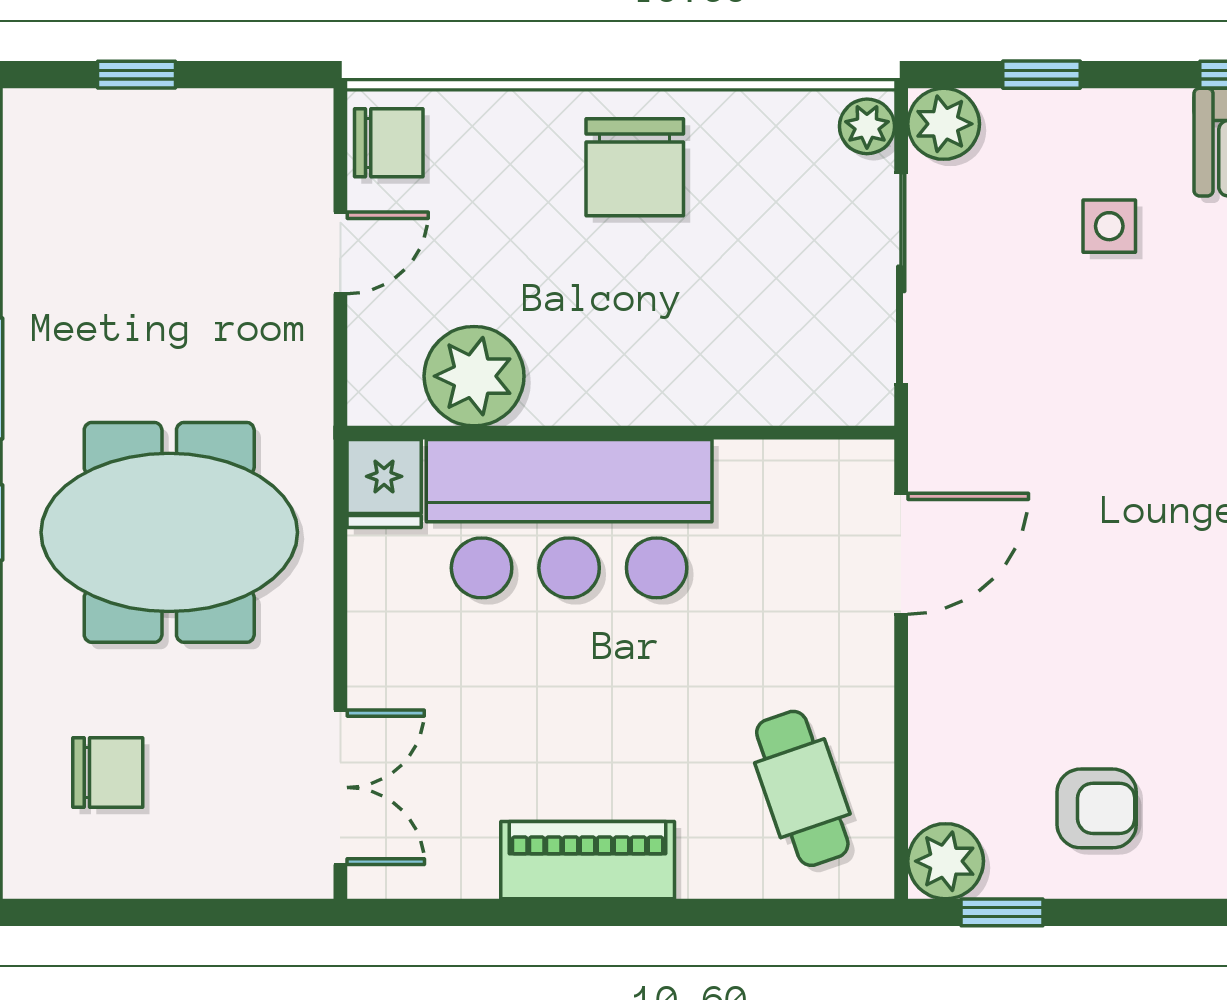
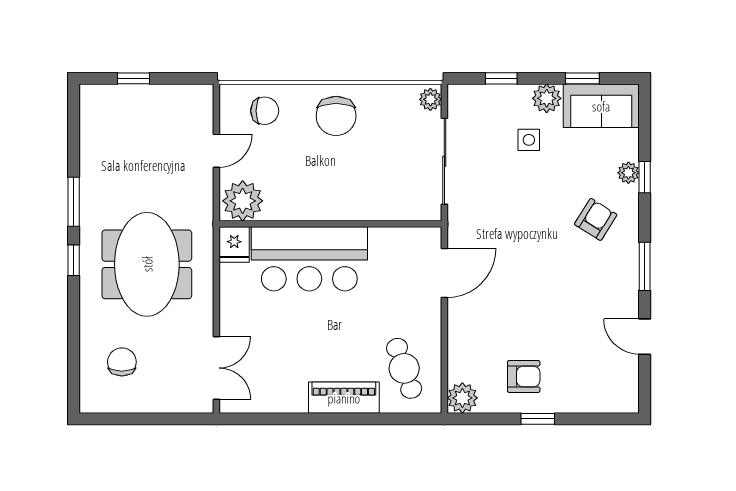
plant: (944, 124) -> (547, 98), moved
chair: (389, 143) -> (265, 111), moved
plant: (474, 376) -> (243, 201), moved
meeting table: (169, 532) -> (147, 264), turned 90
chair: (108, 773) -> (122, 362), turned -90
piano: (588, 860) -> (344, 398), moved
window: (1002, 912) -> (538, 419), moved

